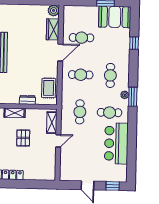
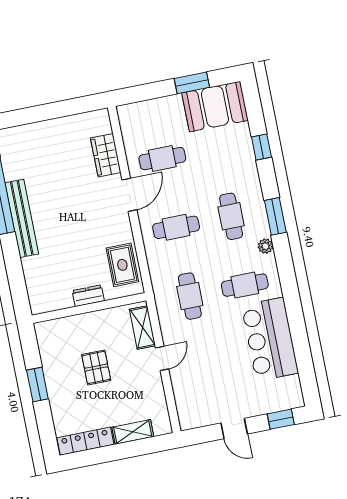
plant: (54, 10) -> (100, 120), removed
window: (133, 97) -> (275, 216), moved
shelving: (15, 113) -> (133, 432), moved

